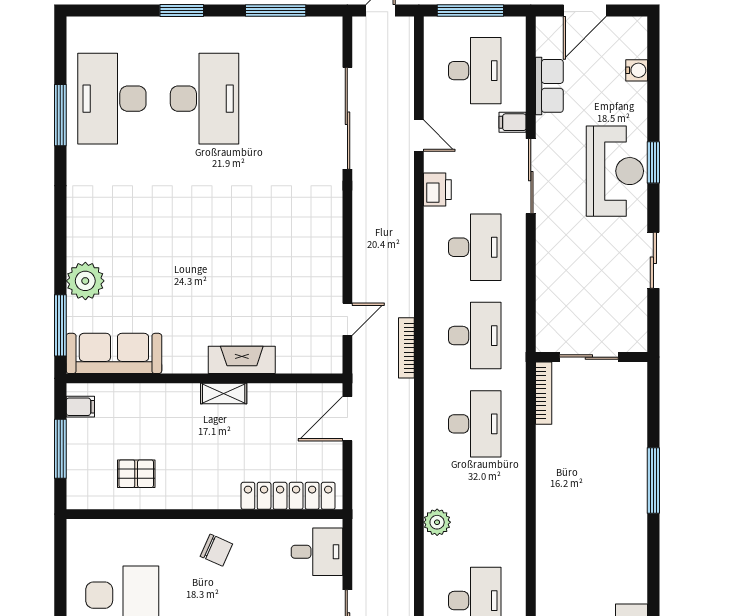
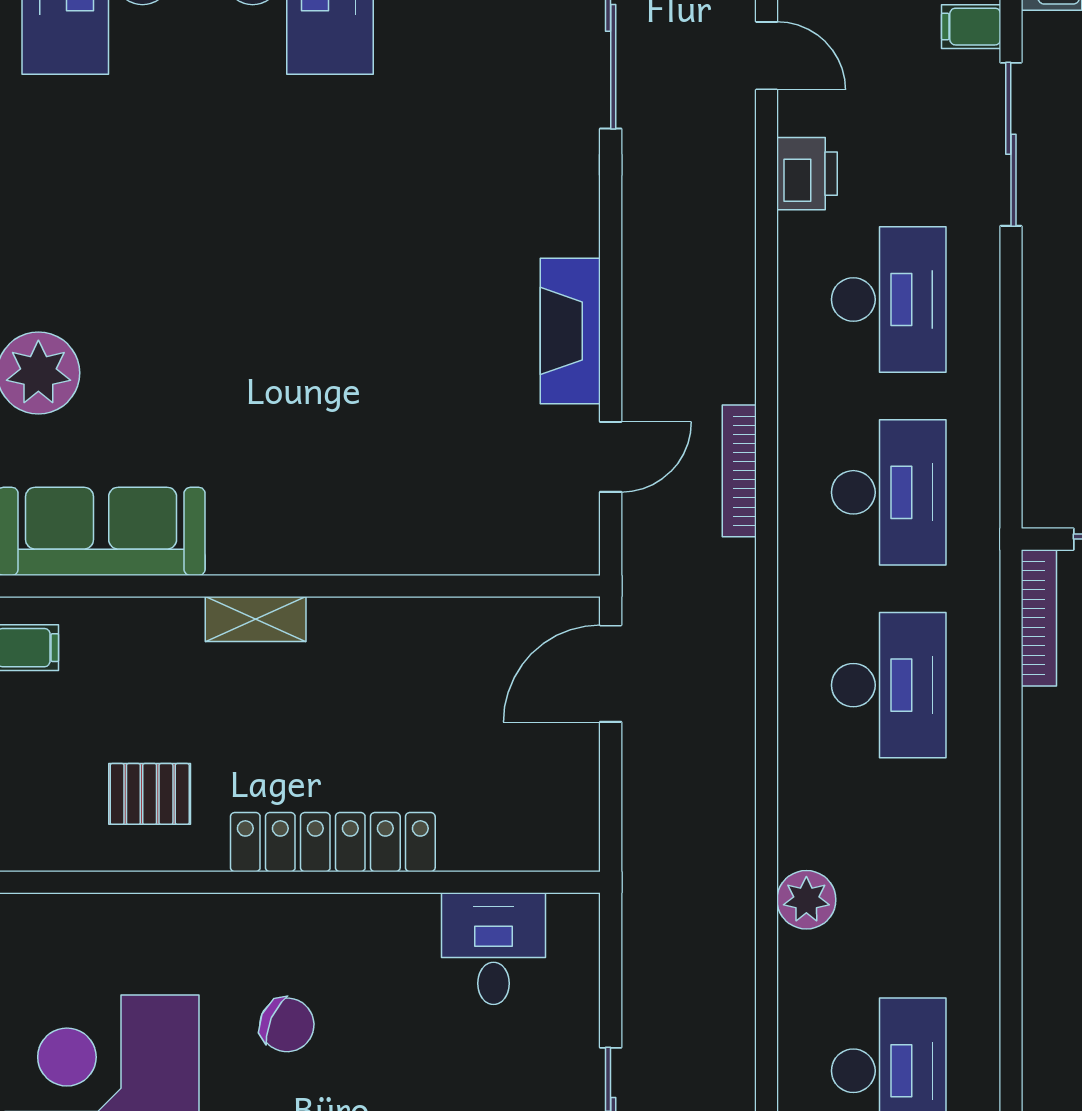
bookcase: (406, 348) -> (739, 471), moved
fireplace: (242, 360) -> (570, 331), moved, turned -90
shelving: (224, 394) -> (256, 619), moved
locker: (288, 496) -> (333, 842), moved
chair: (216, 550) -> (287, 1025), moved
desk: (317, 552) -> (493, 949), moved, turned -90

